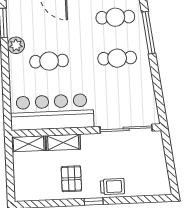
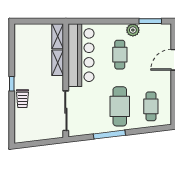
window: (148, 33) -> (109, 135), moved
cafe table: (117, 58) -> (120, 106), width x1.37, depth x1.35
pallet: (71, 179) -> (30, 68), removed

